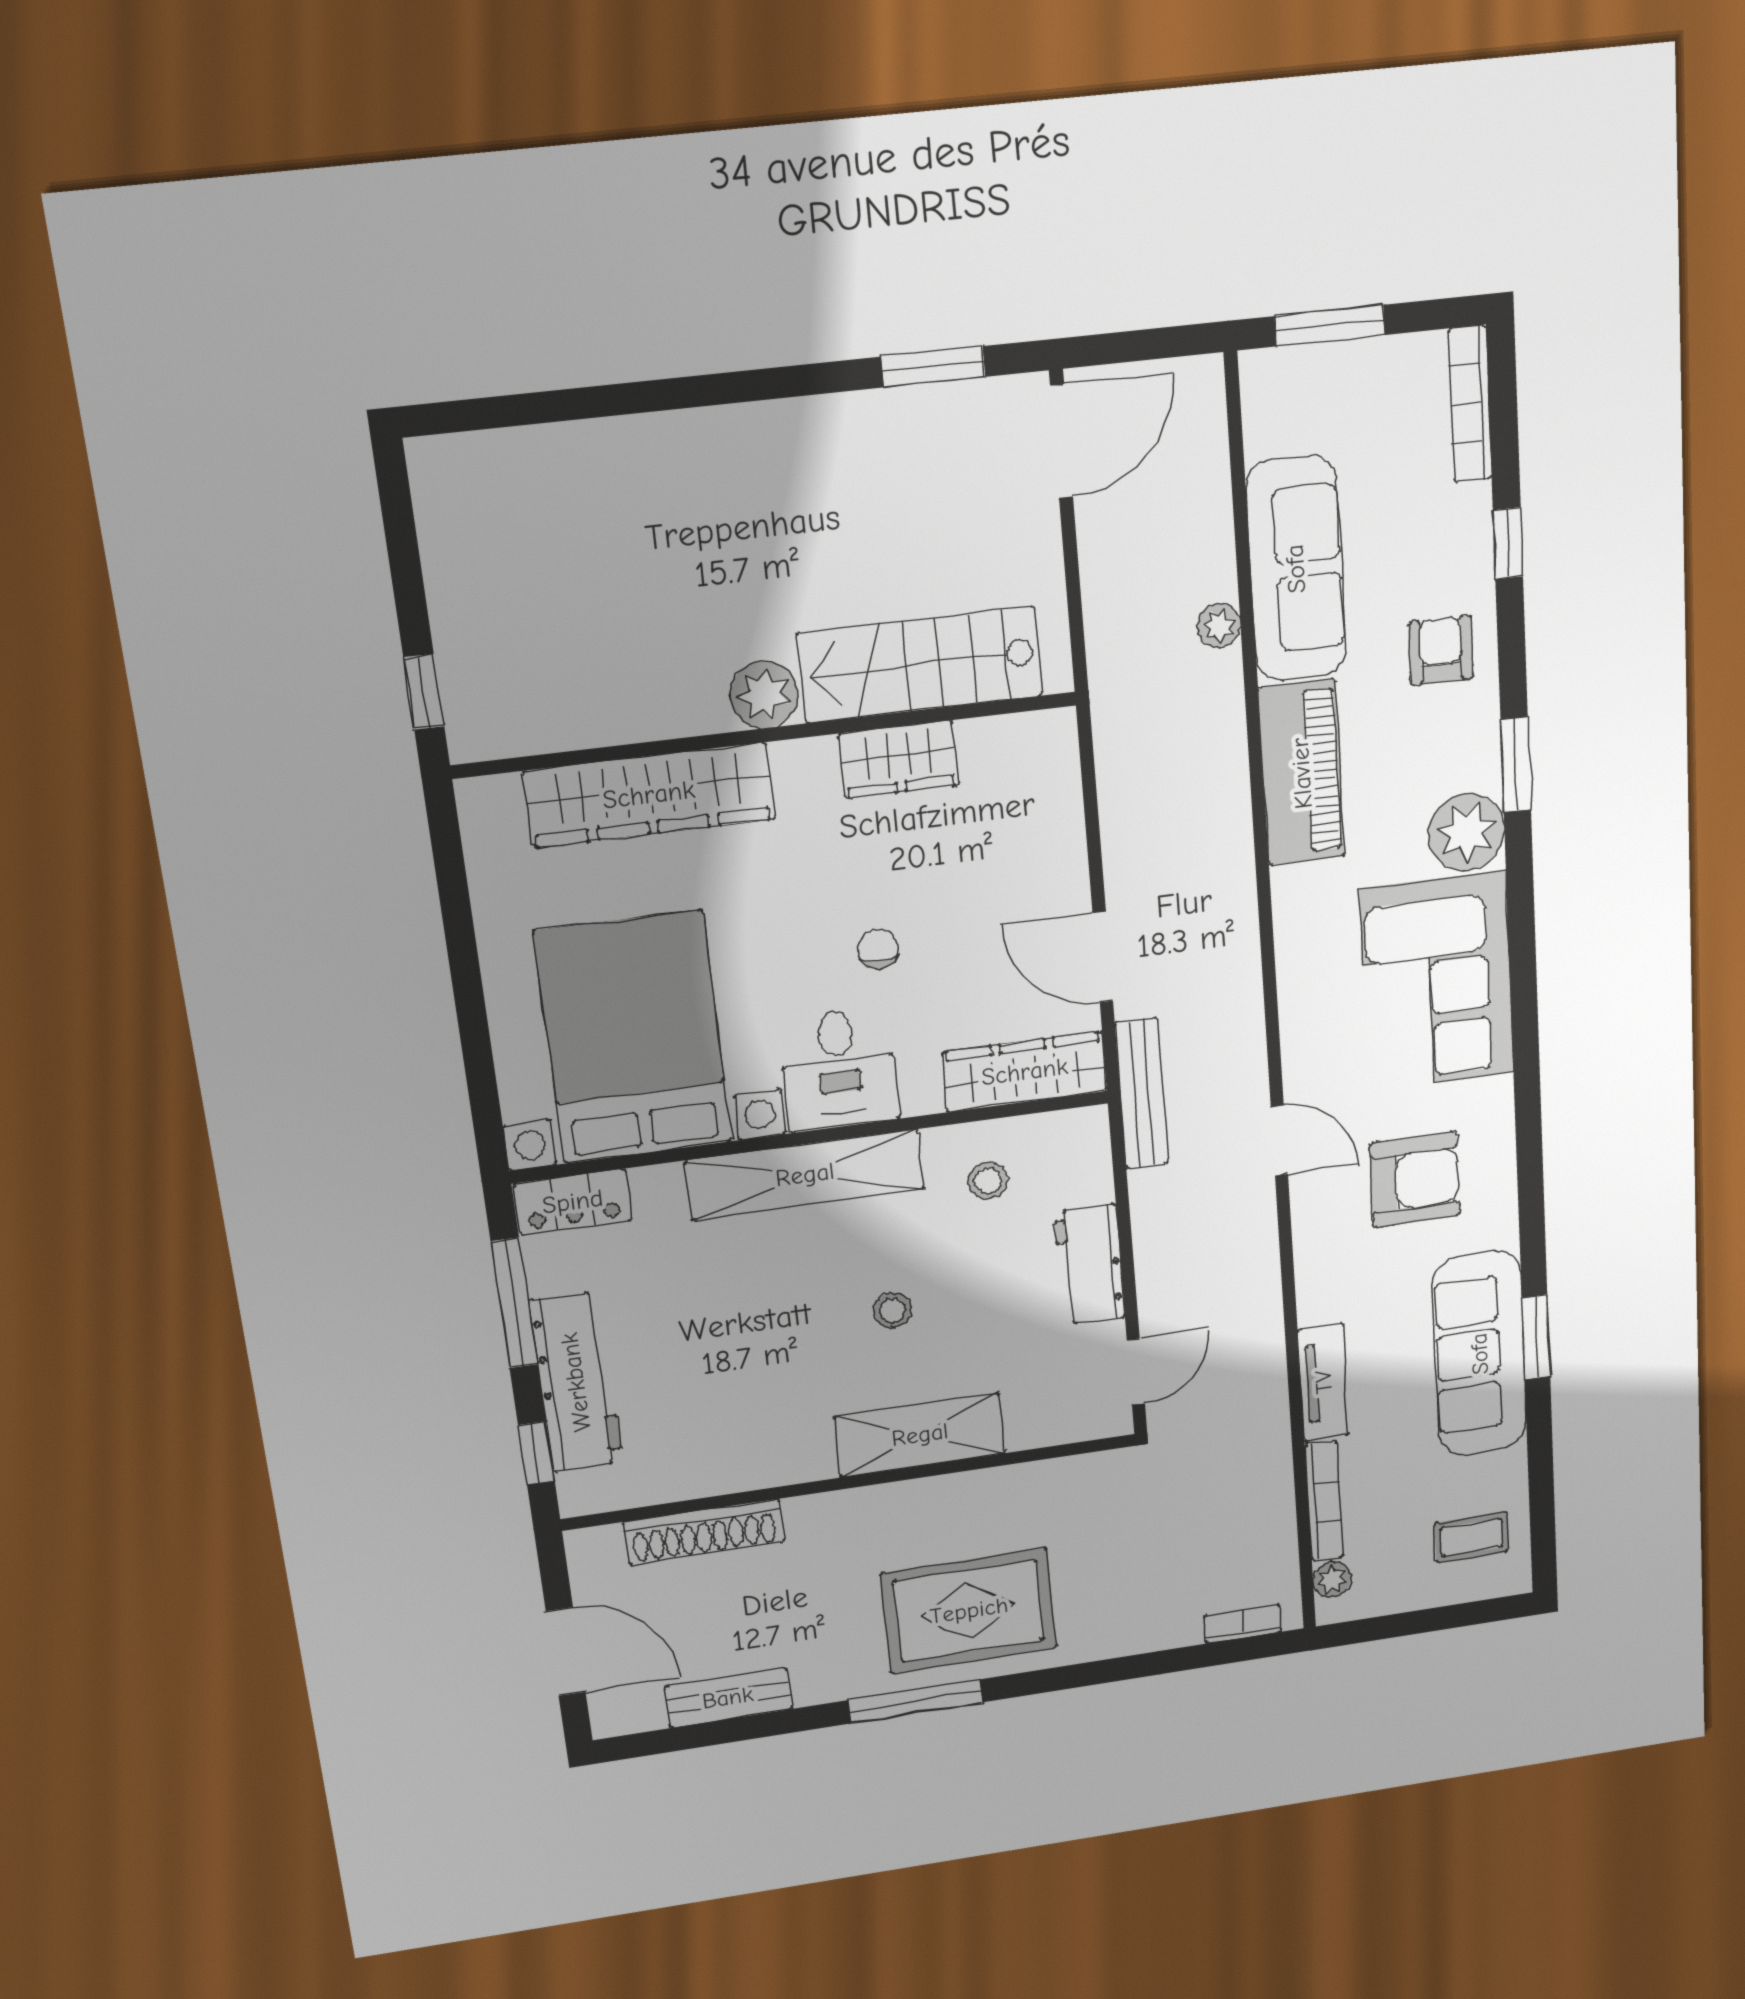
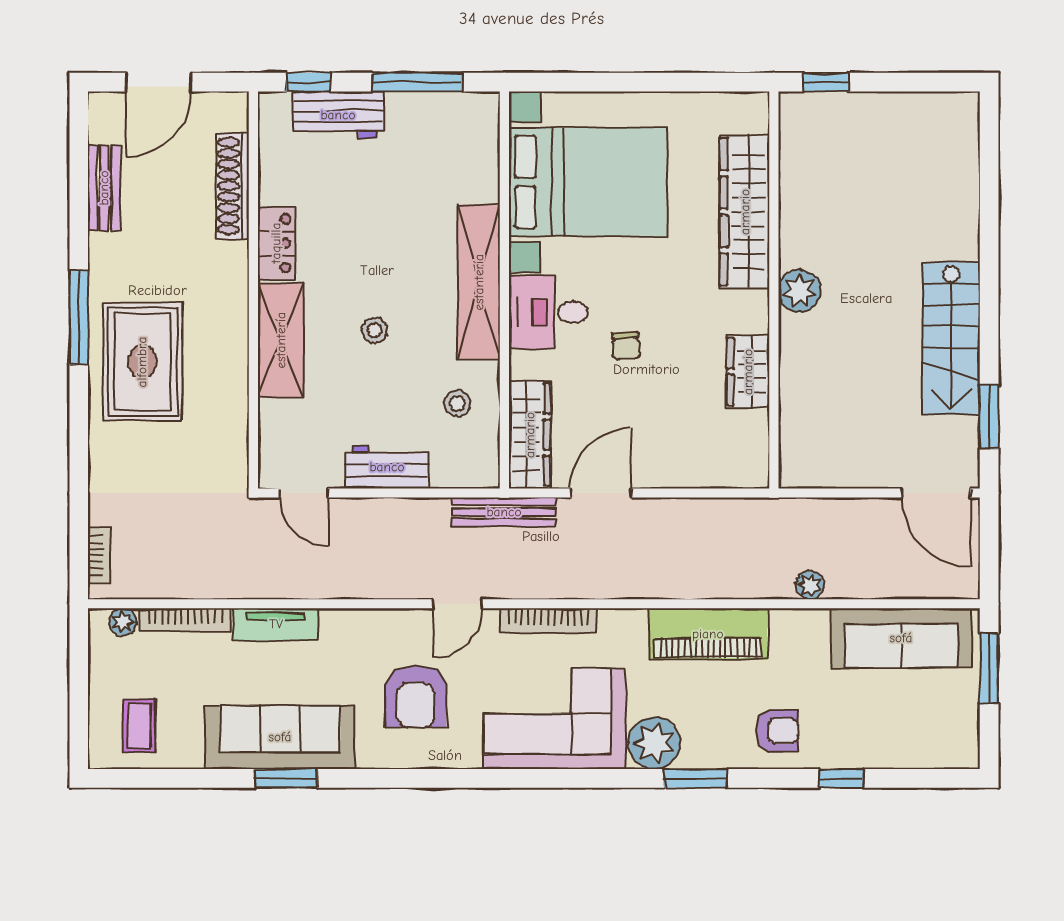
bookcase: (1470, 404) -> (548, 620), moved, turned 180
sofa: (1296, 569) -> (901, 638), moved
stairs: (920, 665) -> (951, 338), moved, turned 180
chair: (878, 949) -> (626, 346), turned 86
locker: (573, 1202) -> (276, 243), moved, turned 180
workbench: (576, 1382) -> (338, 115), width x0.73

